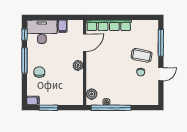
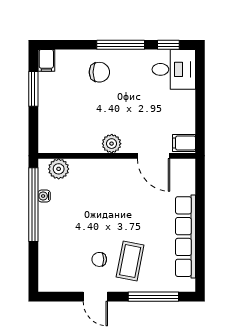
row of seats: (109, 25) -> (186, 237), moved
filing cabinet: (62, 26) -> (184, 143), moved
desk: (42, 32) -> (174, 69), width x0.73

